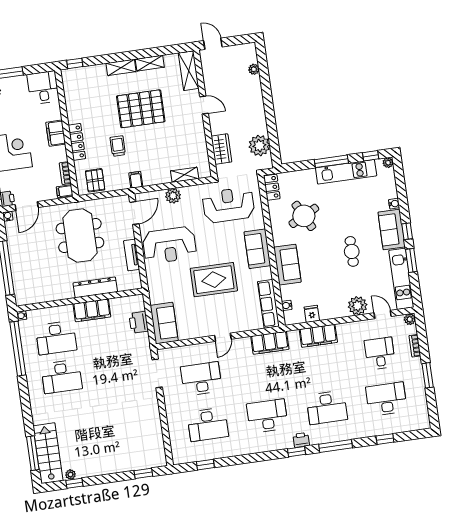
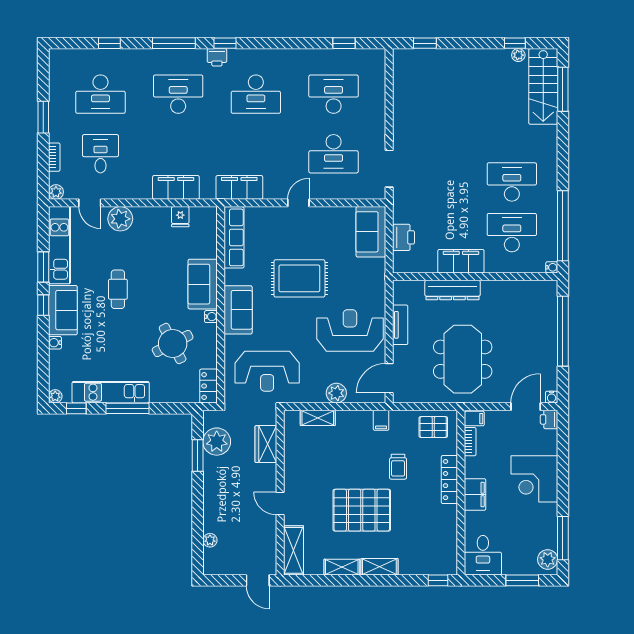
window: (272, 133) -> (198, 456), added
pallet: (95, 180) -> (433, 427), turned 90
water cooler: (287, 305) -> (211, 317), moved
desk: (380, 353) -> (100, 154), turned 180

